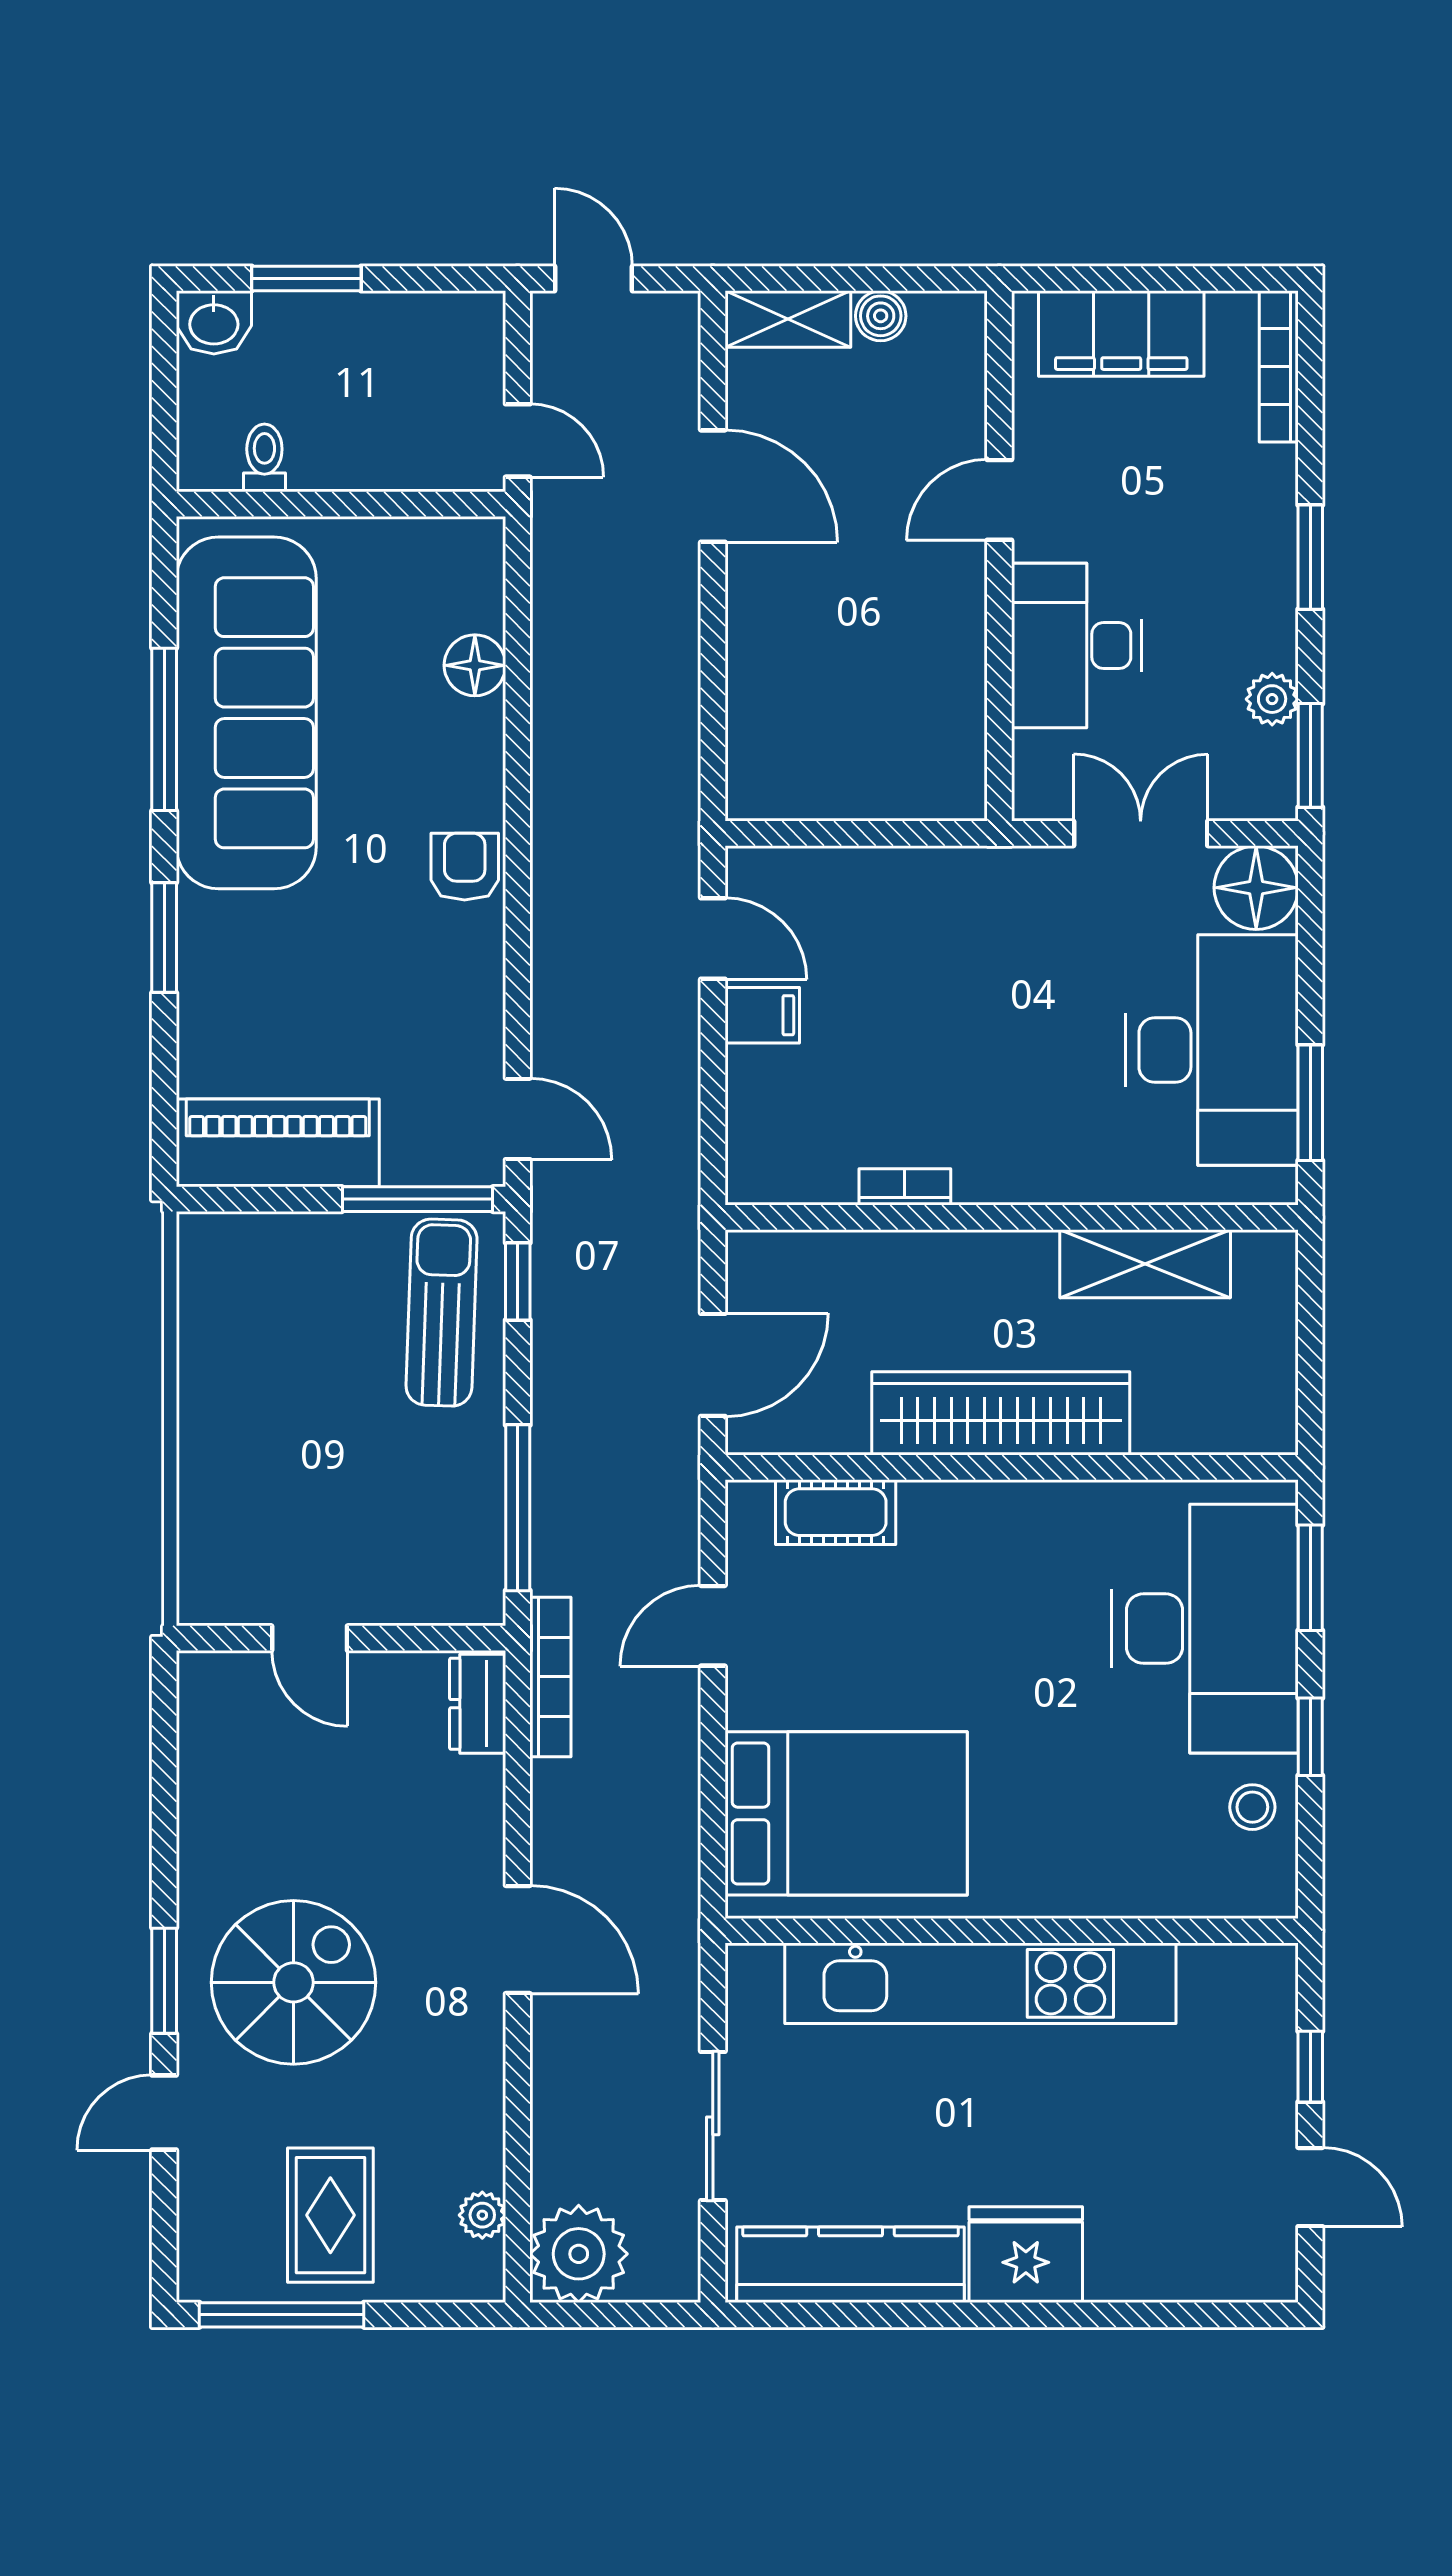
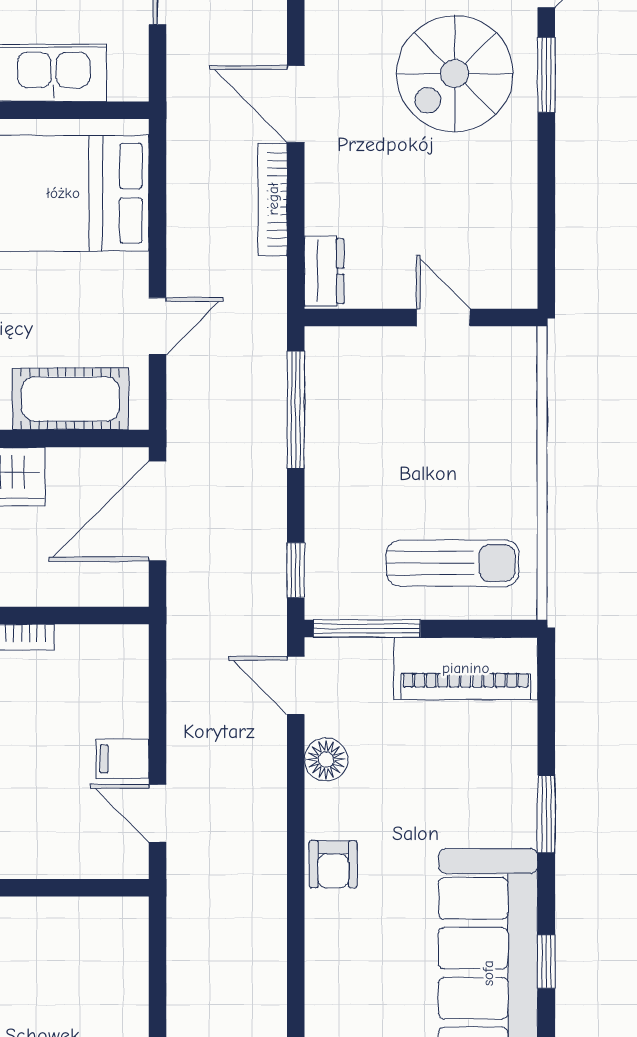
floor lamp: (475, 665) -> (326, 760), moved
window: (164, 729) -> (546, 961), width x0.46
sun lounger: (442, 1313) -> (453, 563), moved, turned -92
door: (713, 1365) -> (157, 511), width x1.36
cot: (836, 1512) -> (70, 399), width x1.37, depth x1.34
bookcase: (550, 1677) -> (273, 199), moved

